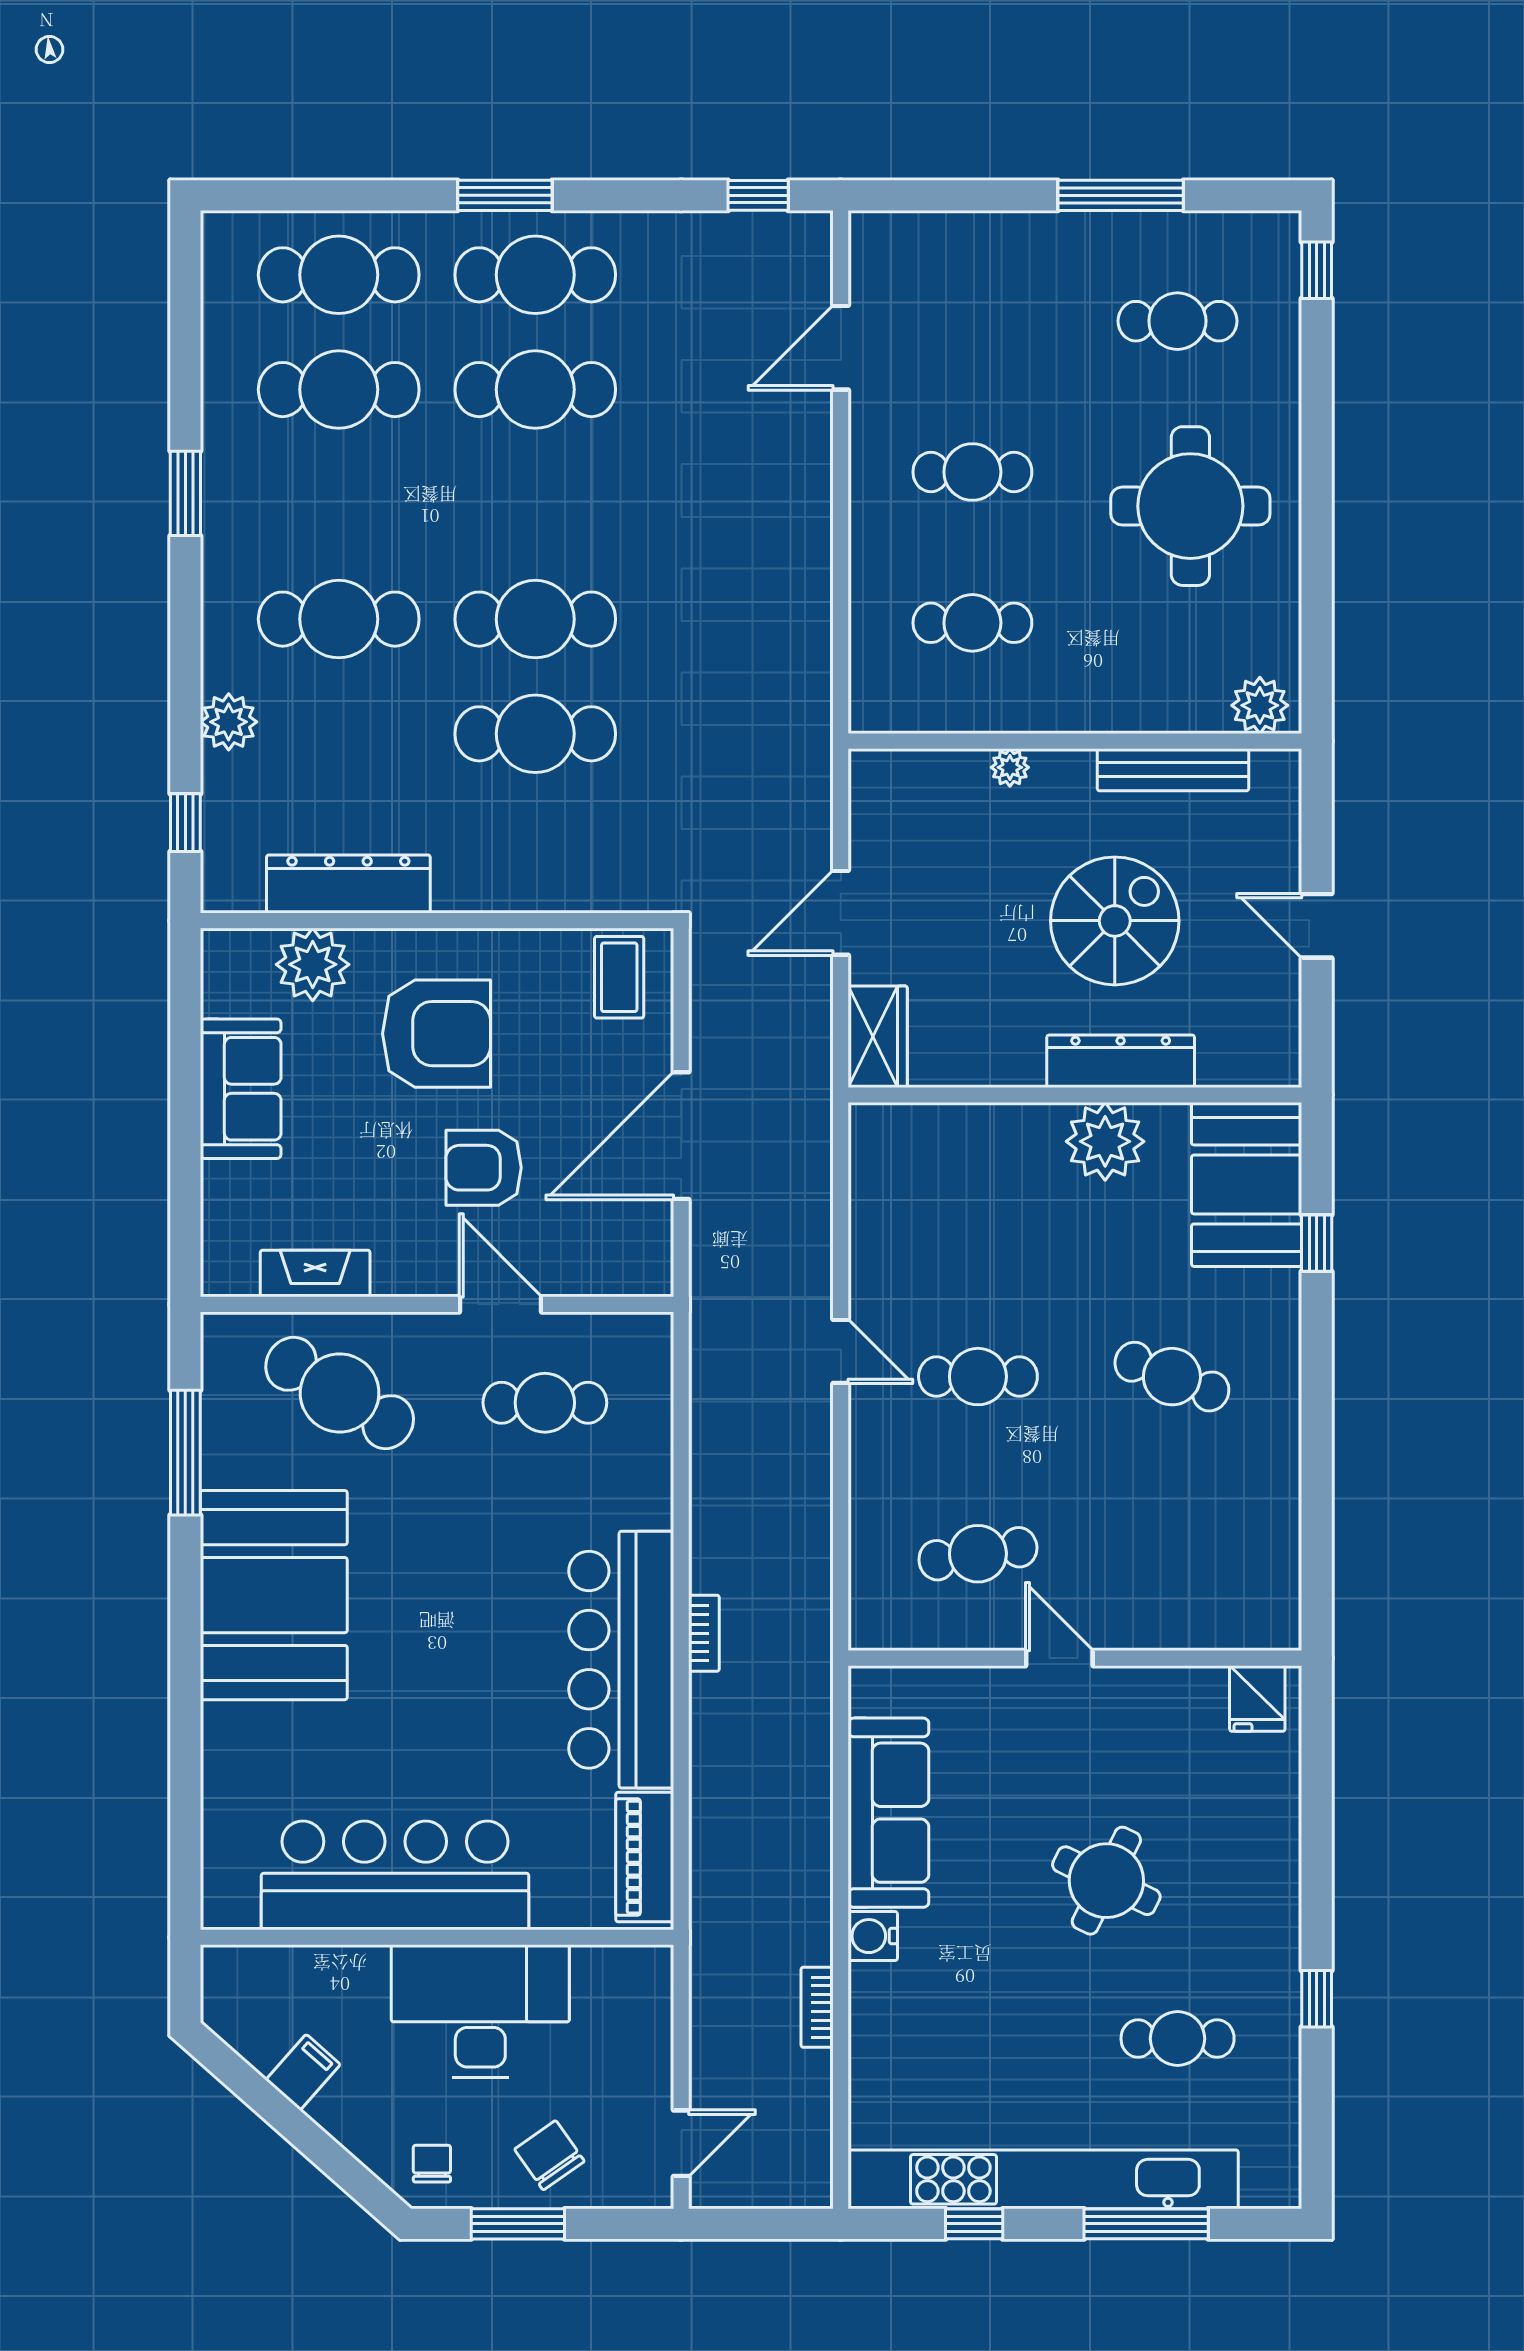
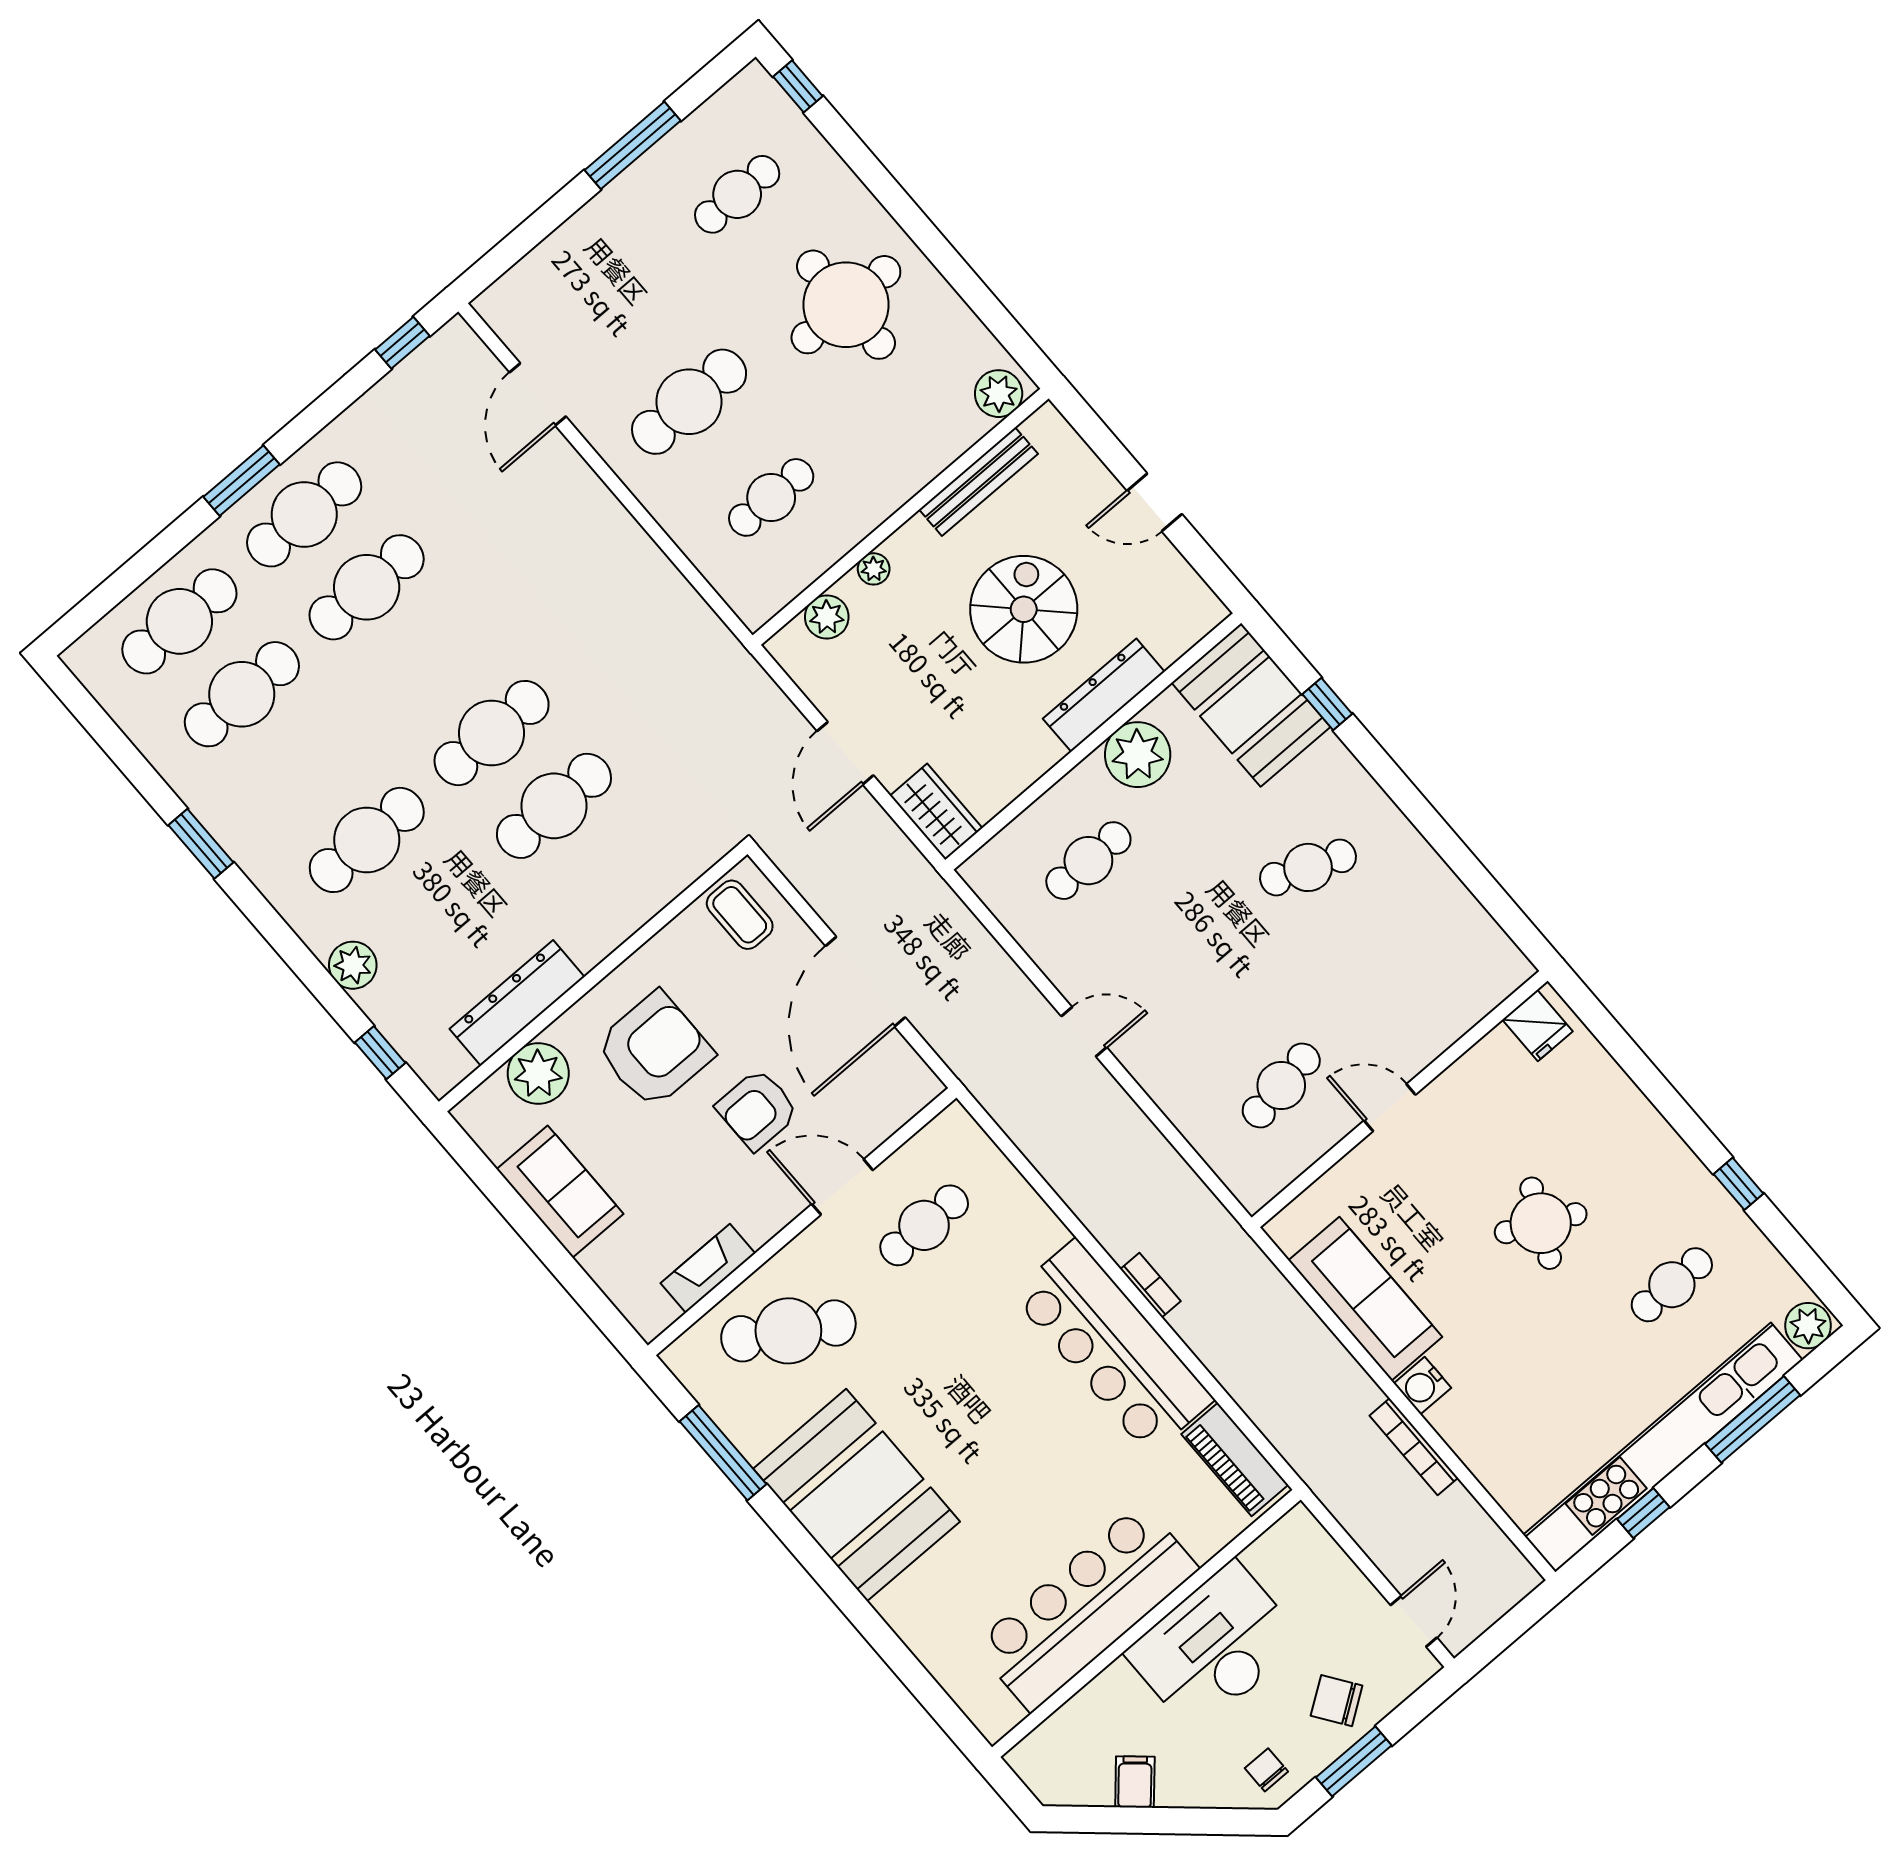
cafe table: (972, 472) -> (689, 402), width x1.37, depth x1.35
plant: (930, 775) -> (827, 617), added
cafe table: (978, 1377) -> (1088, 861), moved
bookcase: (817, 2007) -> (1414, 1447), width x1.56
plant: (1269, 2182) -> (1808, 1326), added

